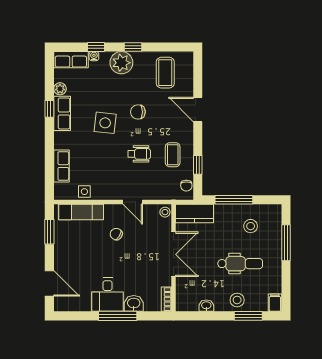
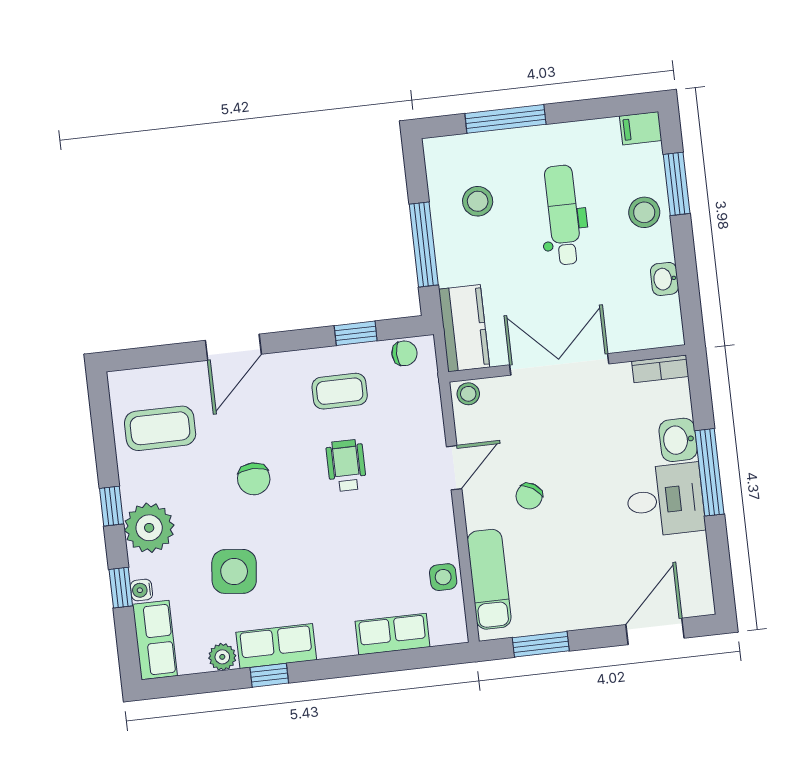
side table: (105, 123) -> (234, 571), moved

